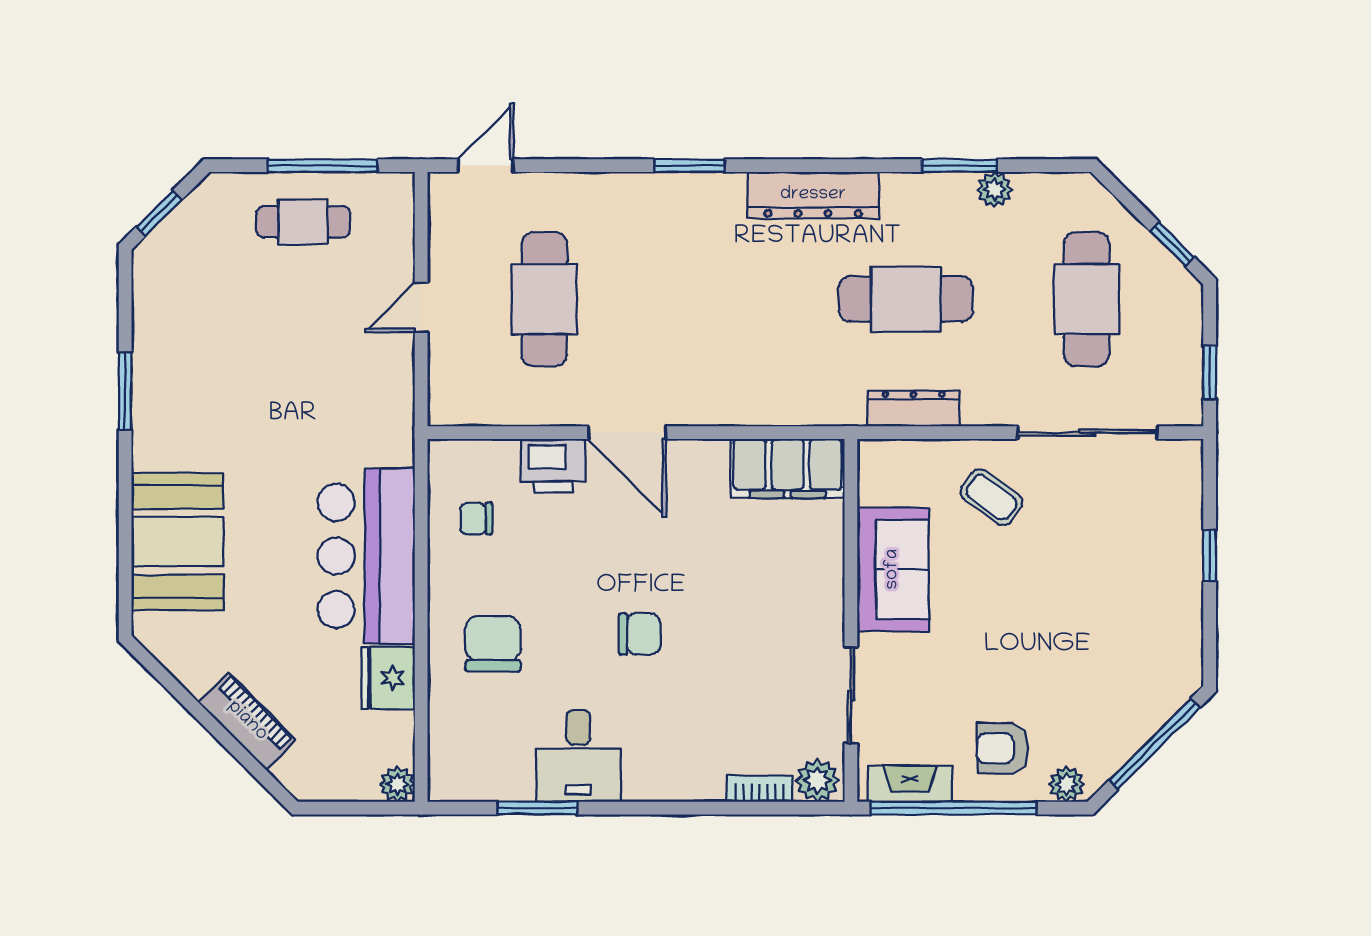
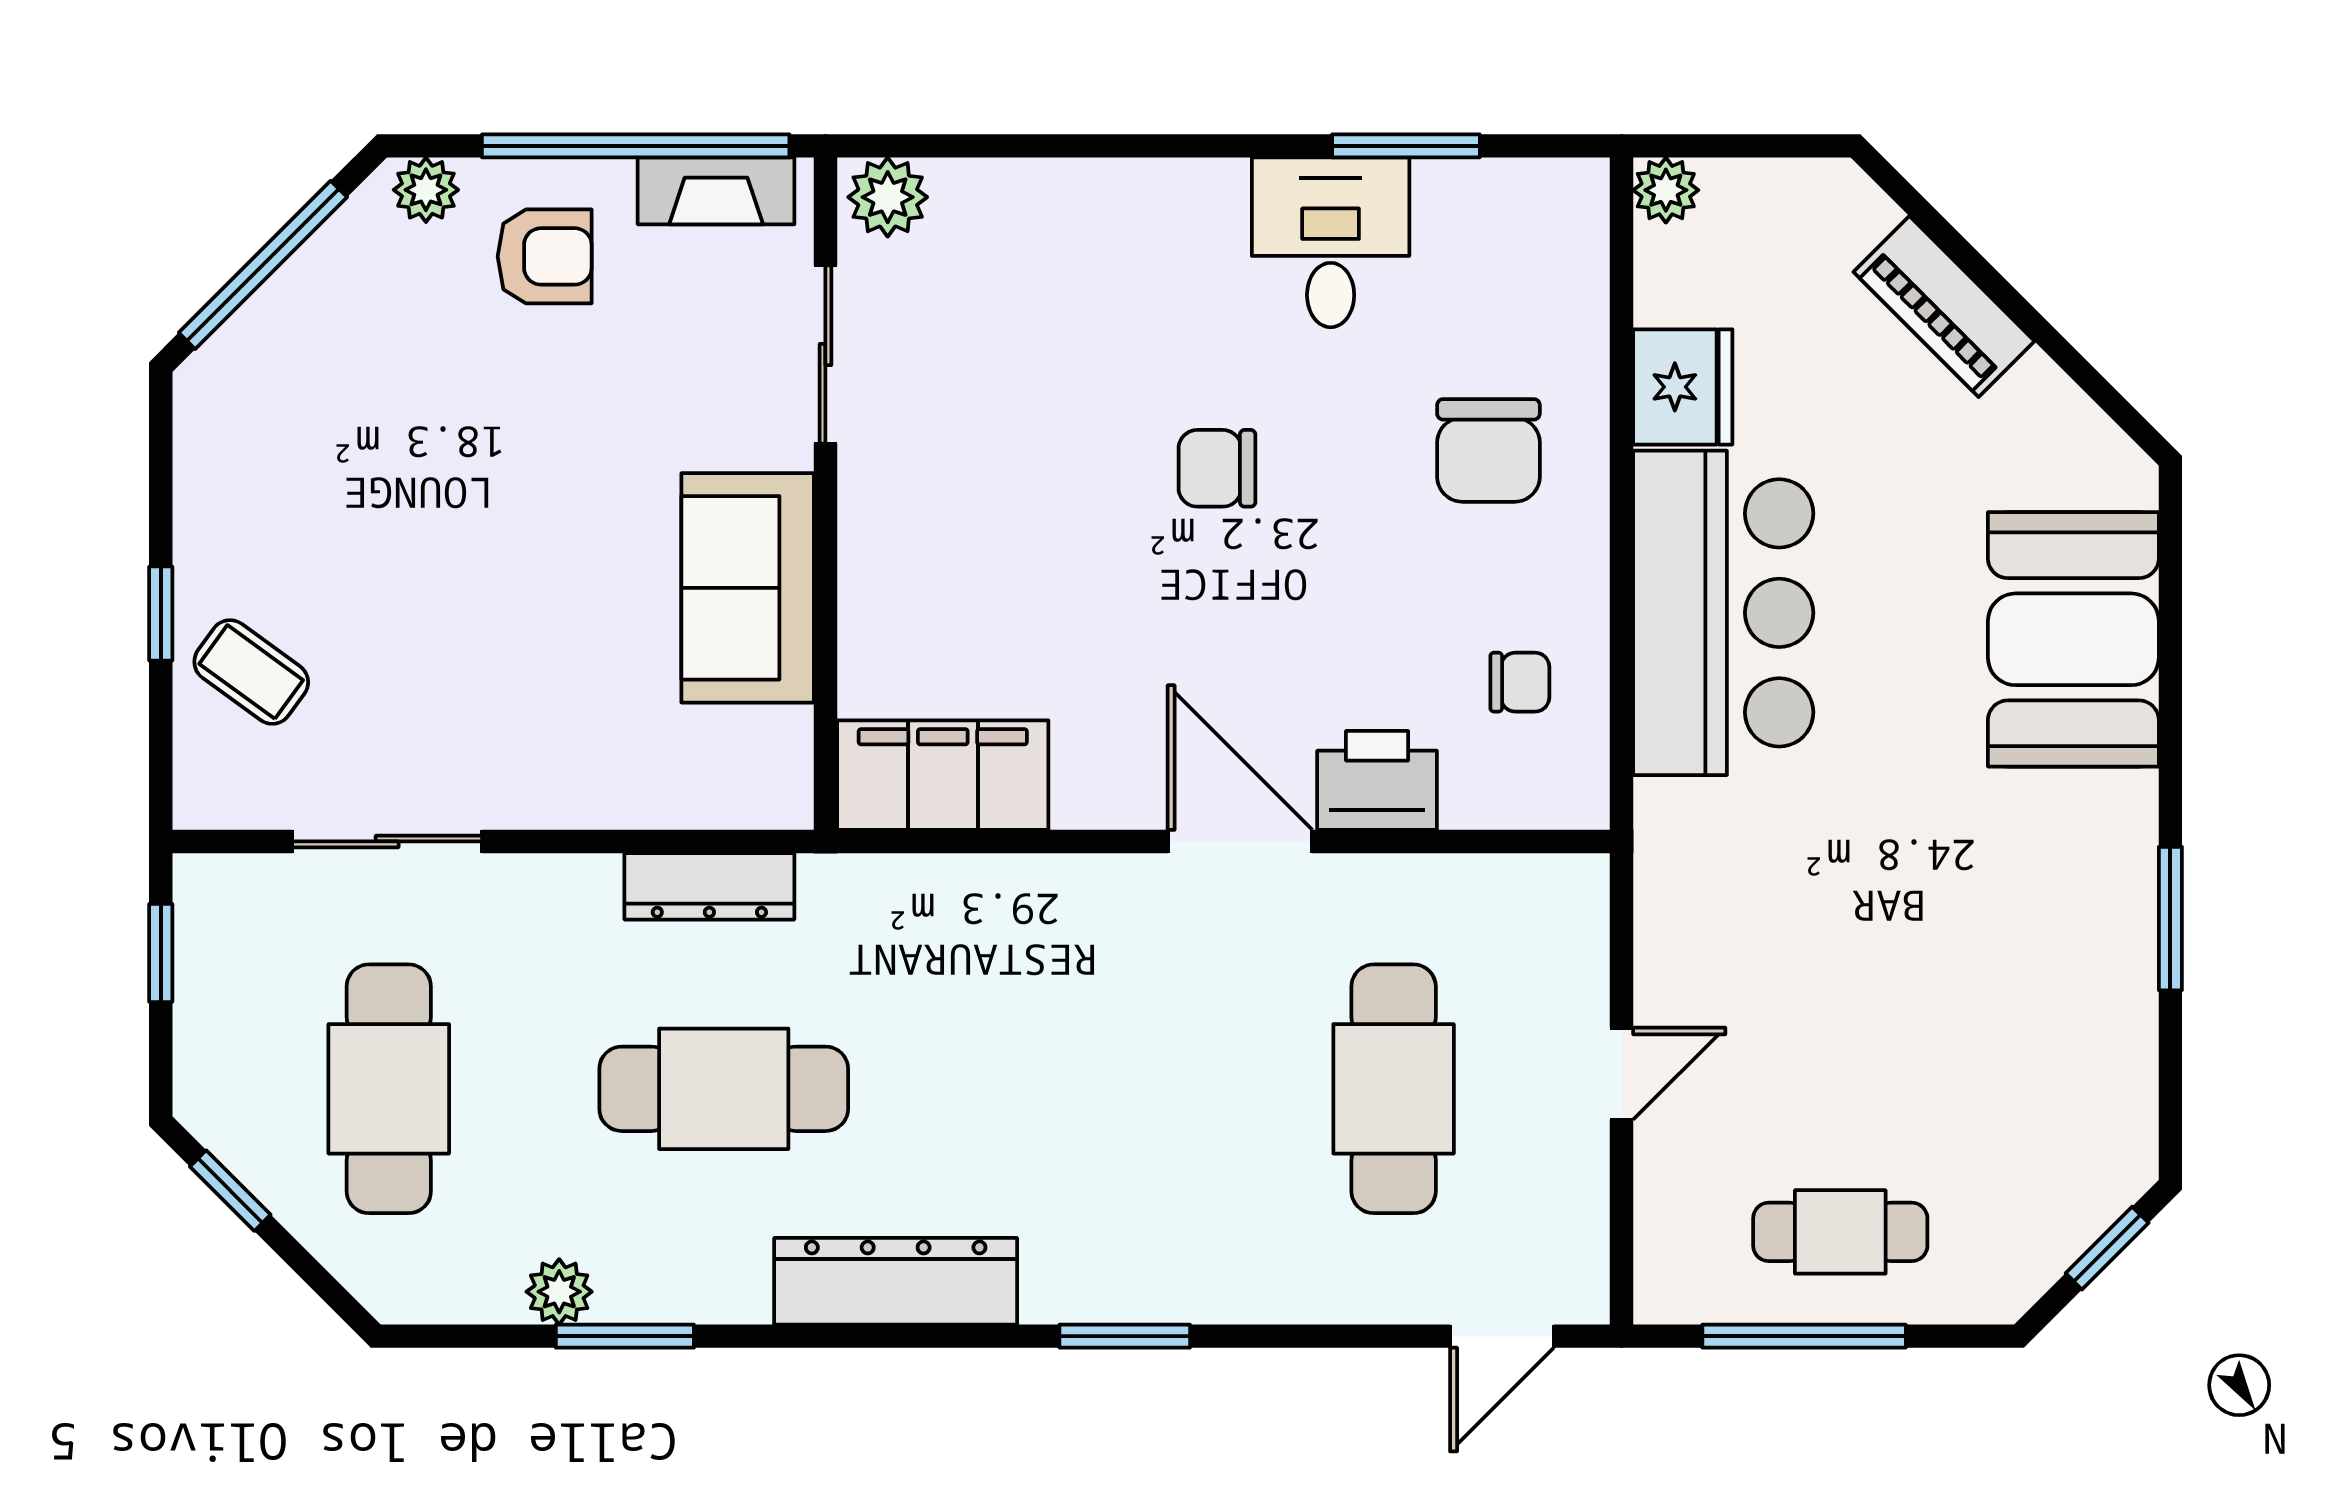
sliding door: (1087, 433) -> (387, 841), width x0.73
coffee table: (991, 497) -> (251, 672), moved
bookcase: (760, 789) -> (995, 182), removed

